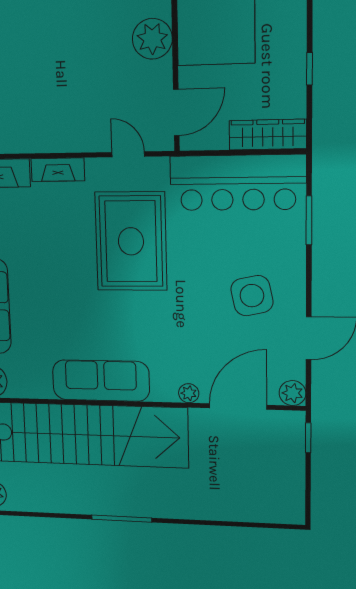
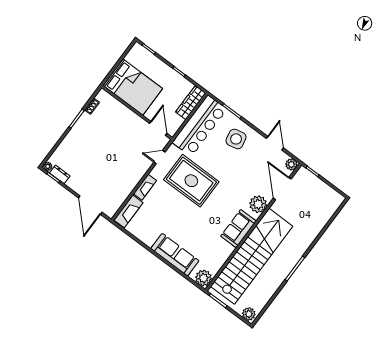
plant: (152, 39) -> (126, 117), removed
side table: (252, 296) -> (236, 139), moved
sofa: (101, 381) -> (239, 229), width x0.73
plant: (189, 393) -> (258, 204), width x1.88, depth x1.88

